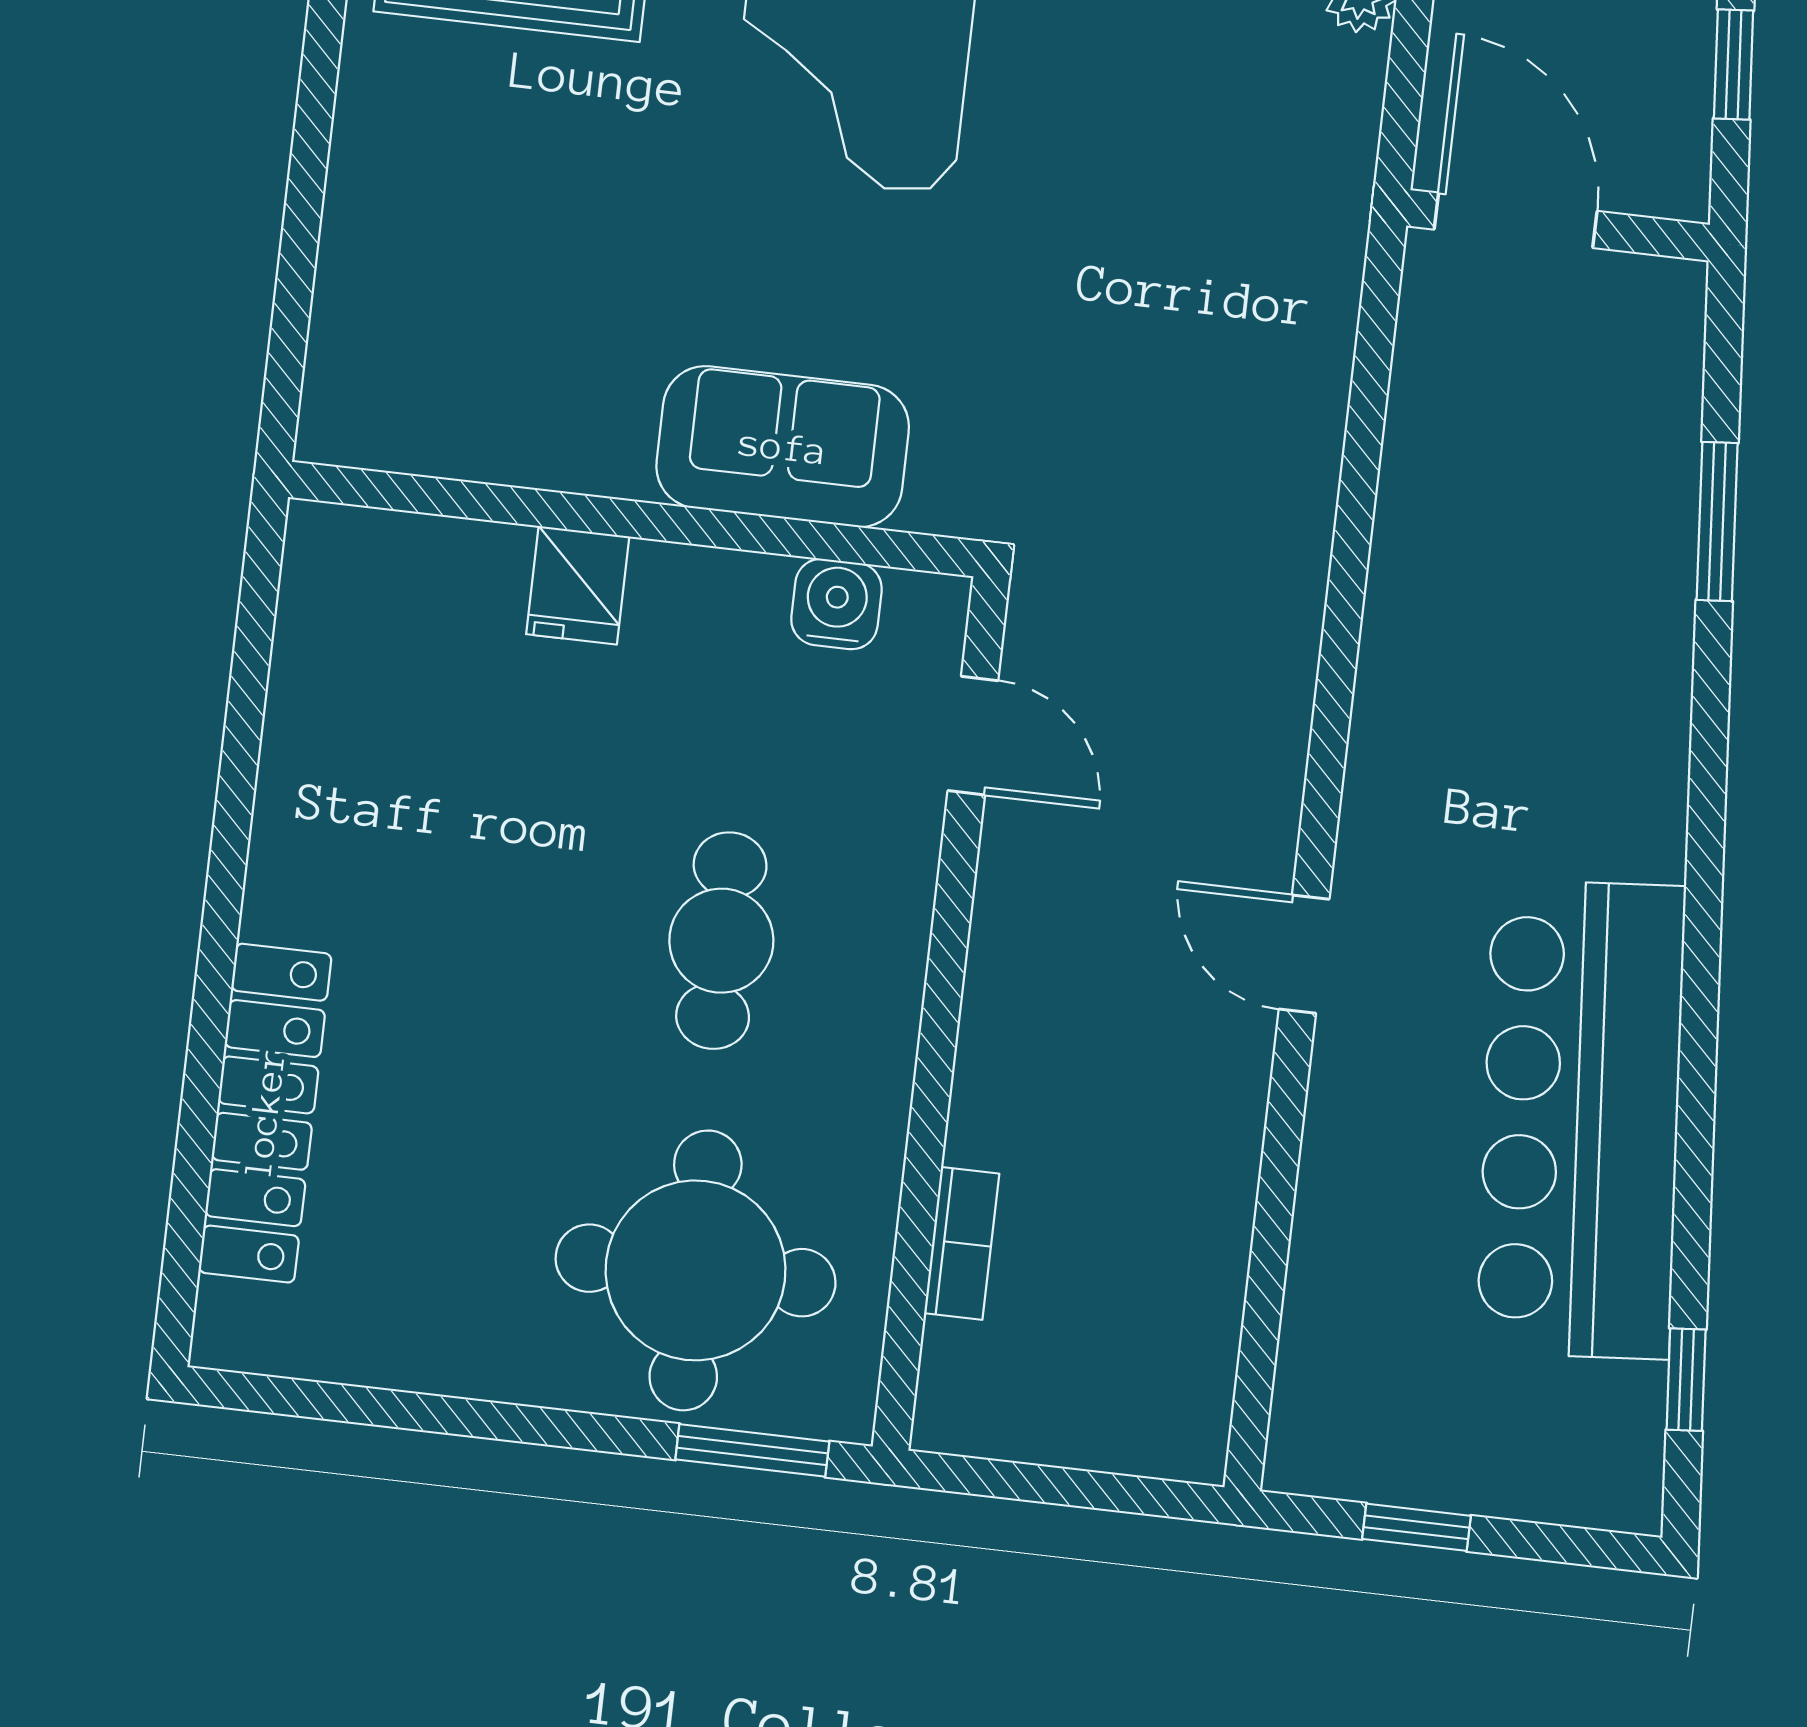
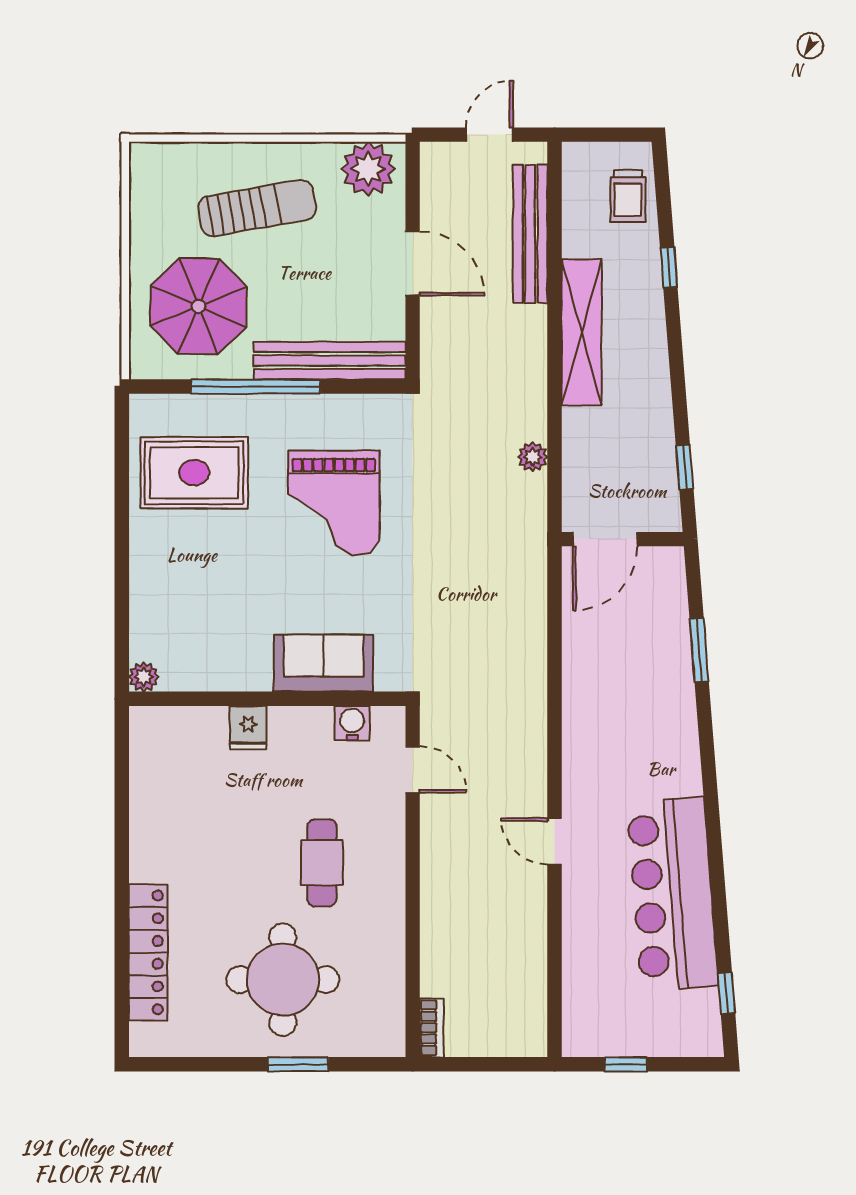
door: (1516, 220) -> (605, 539), swing flipped
plant: (333, 429) -> (144, 677), added
bookcase: (962, 1243) -> (432, 1028), moved
round table: (696, 1270) -> (283, 980), moved
window: (752, 1450) -> (298, 1064), moved

